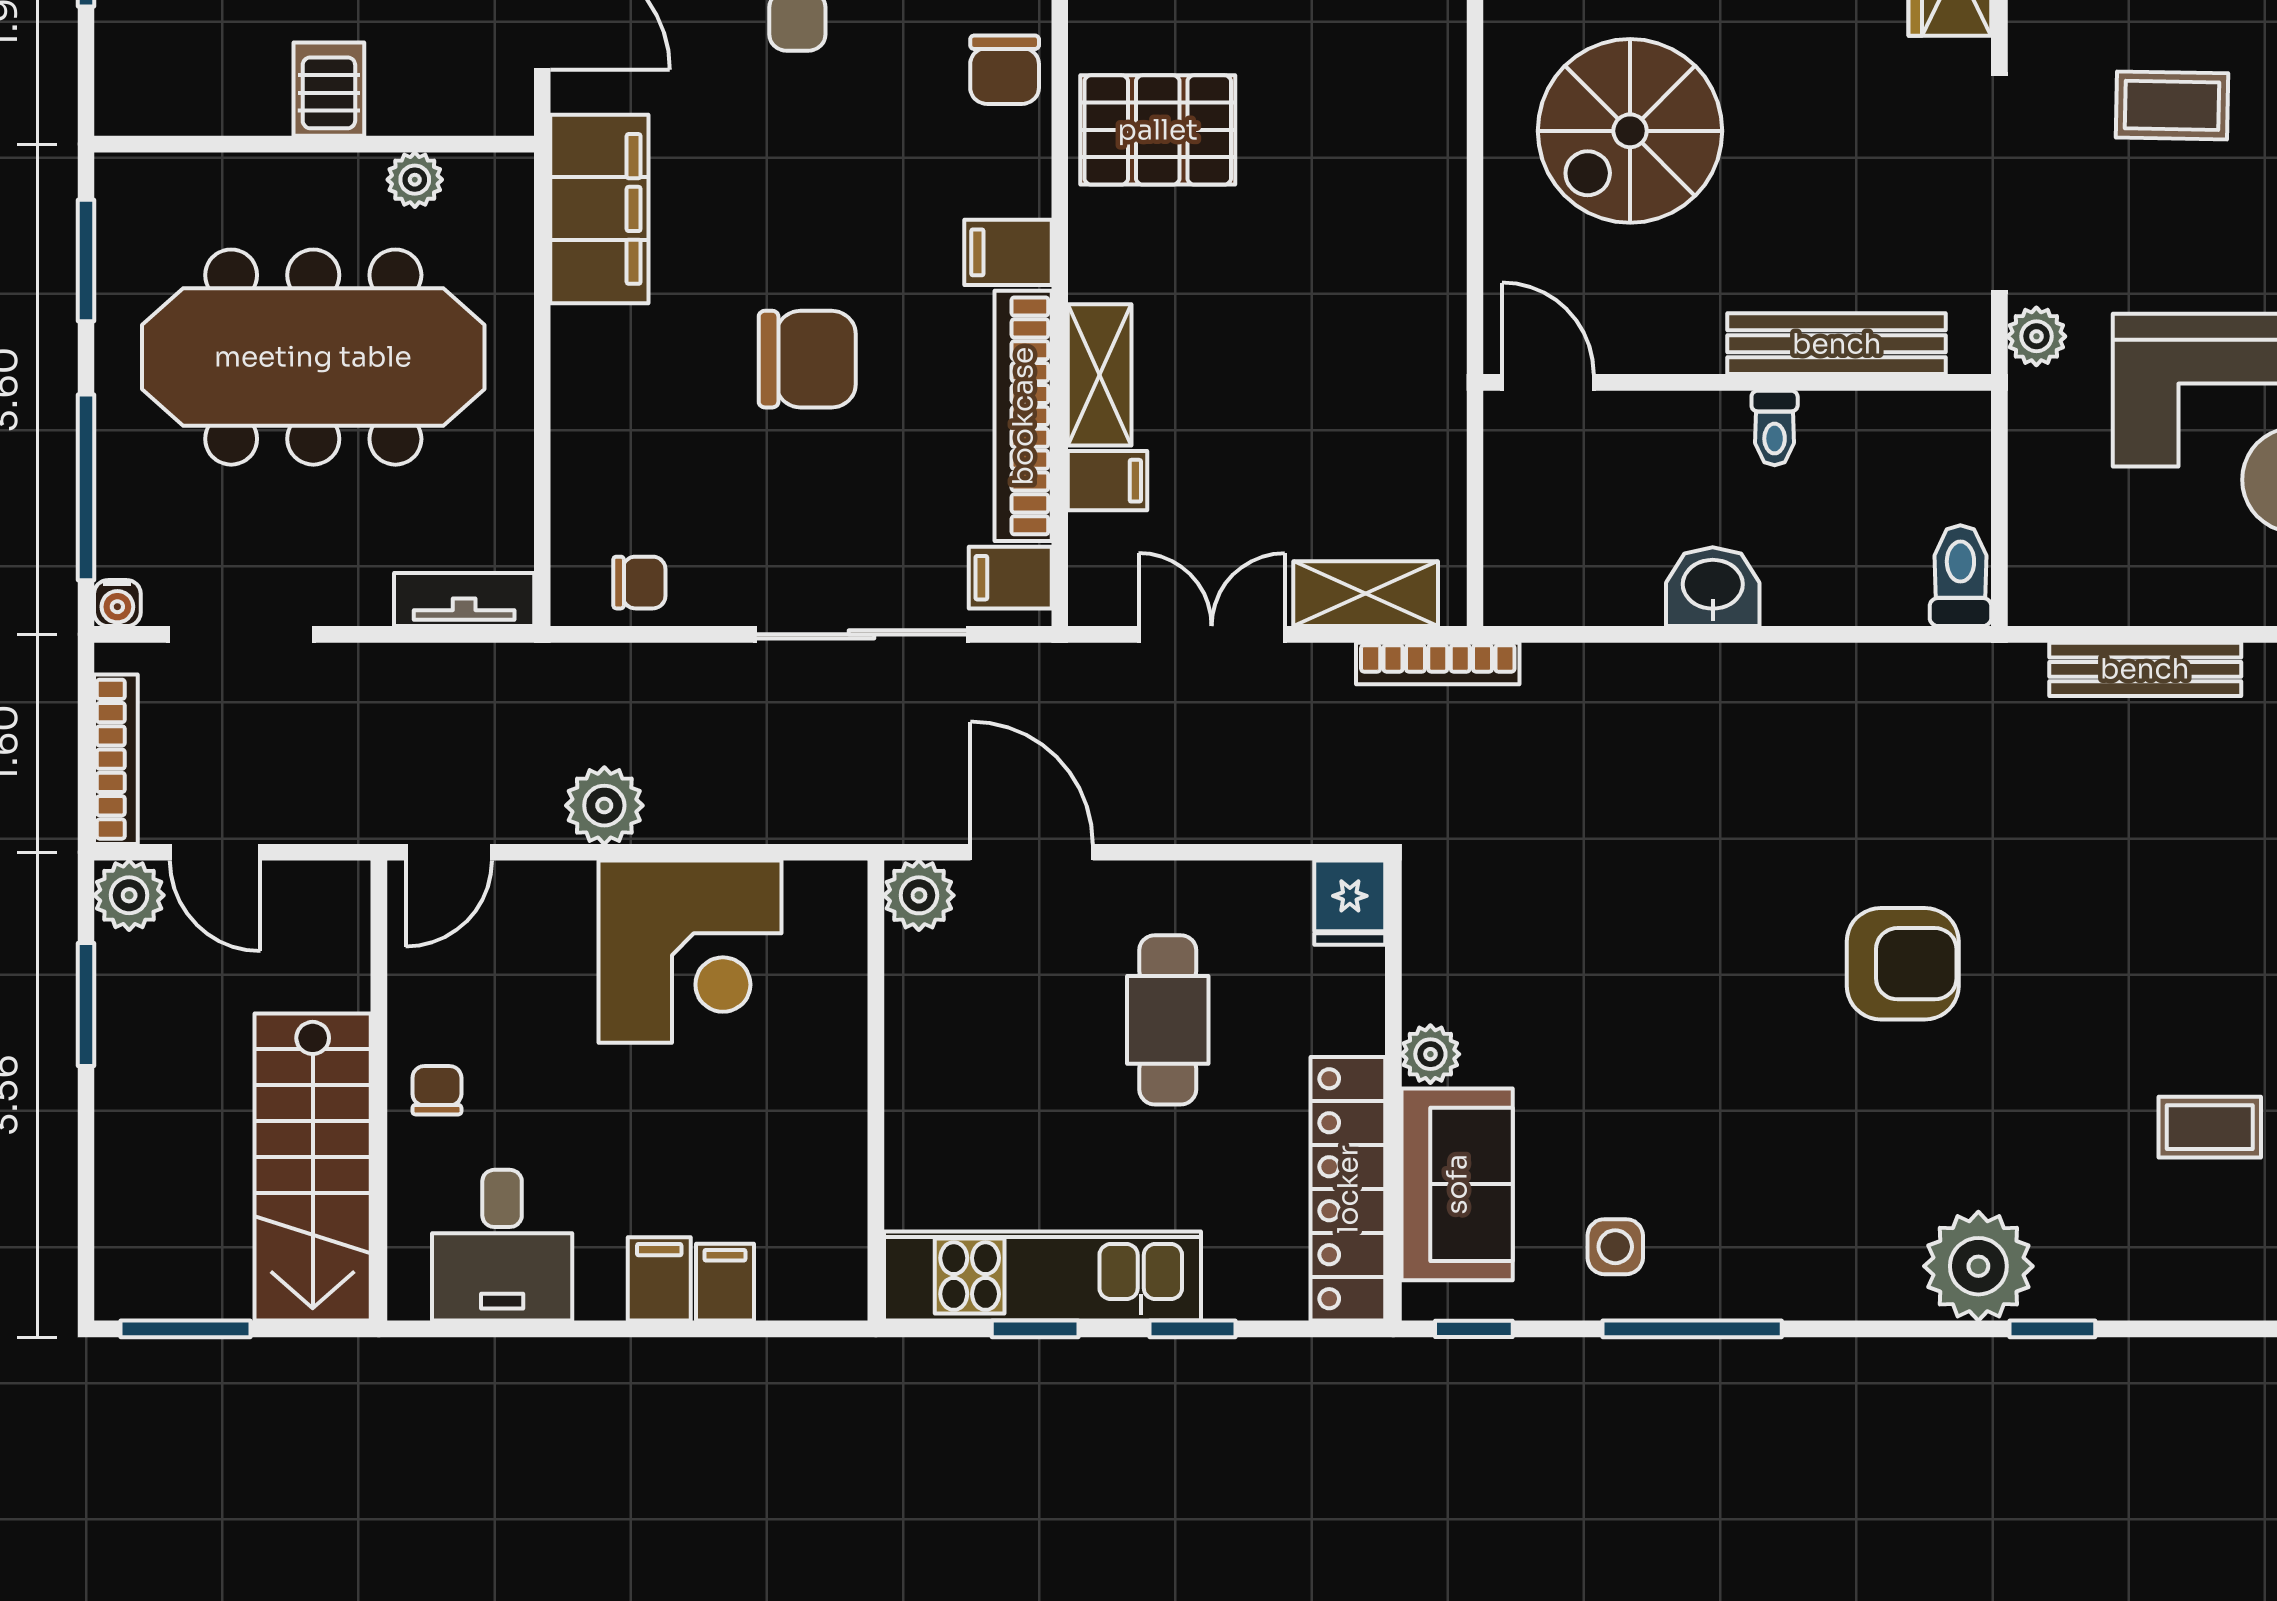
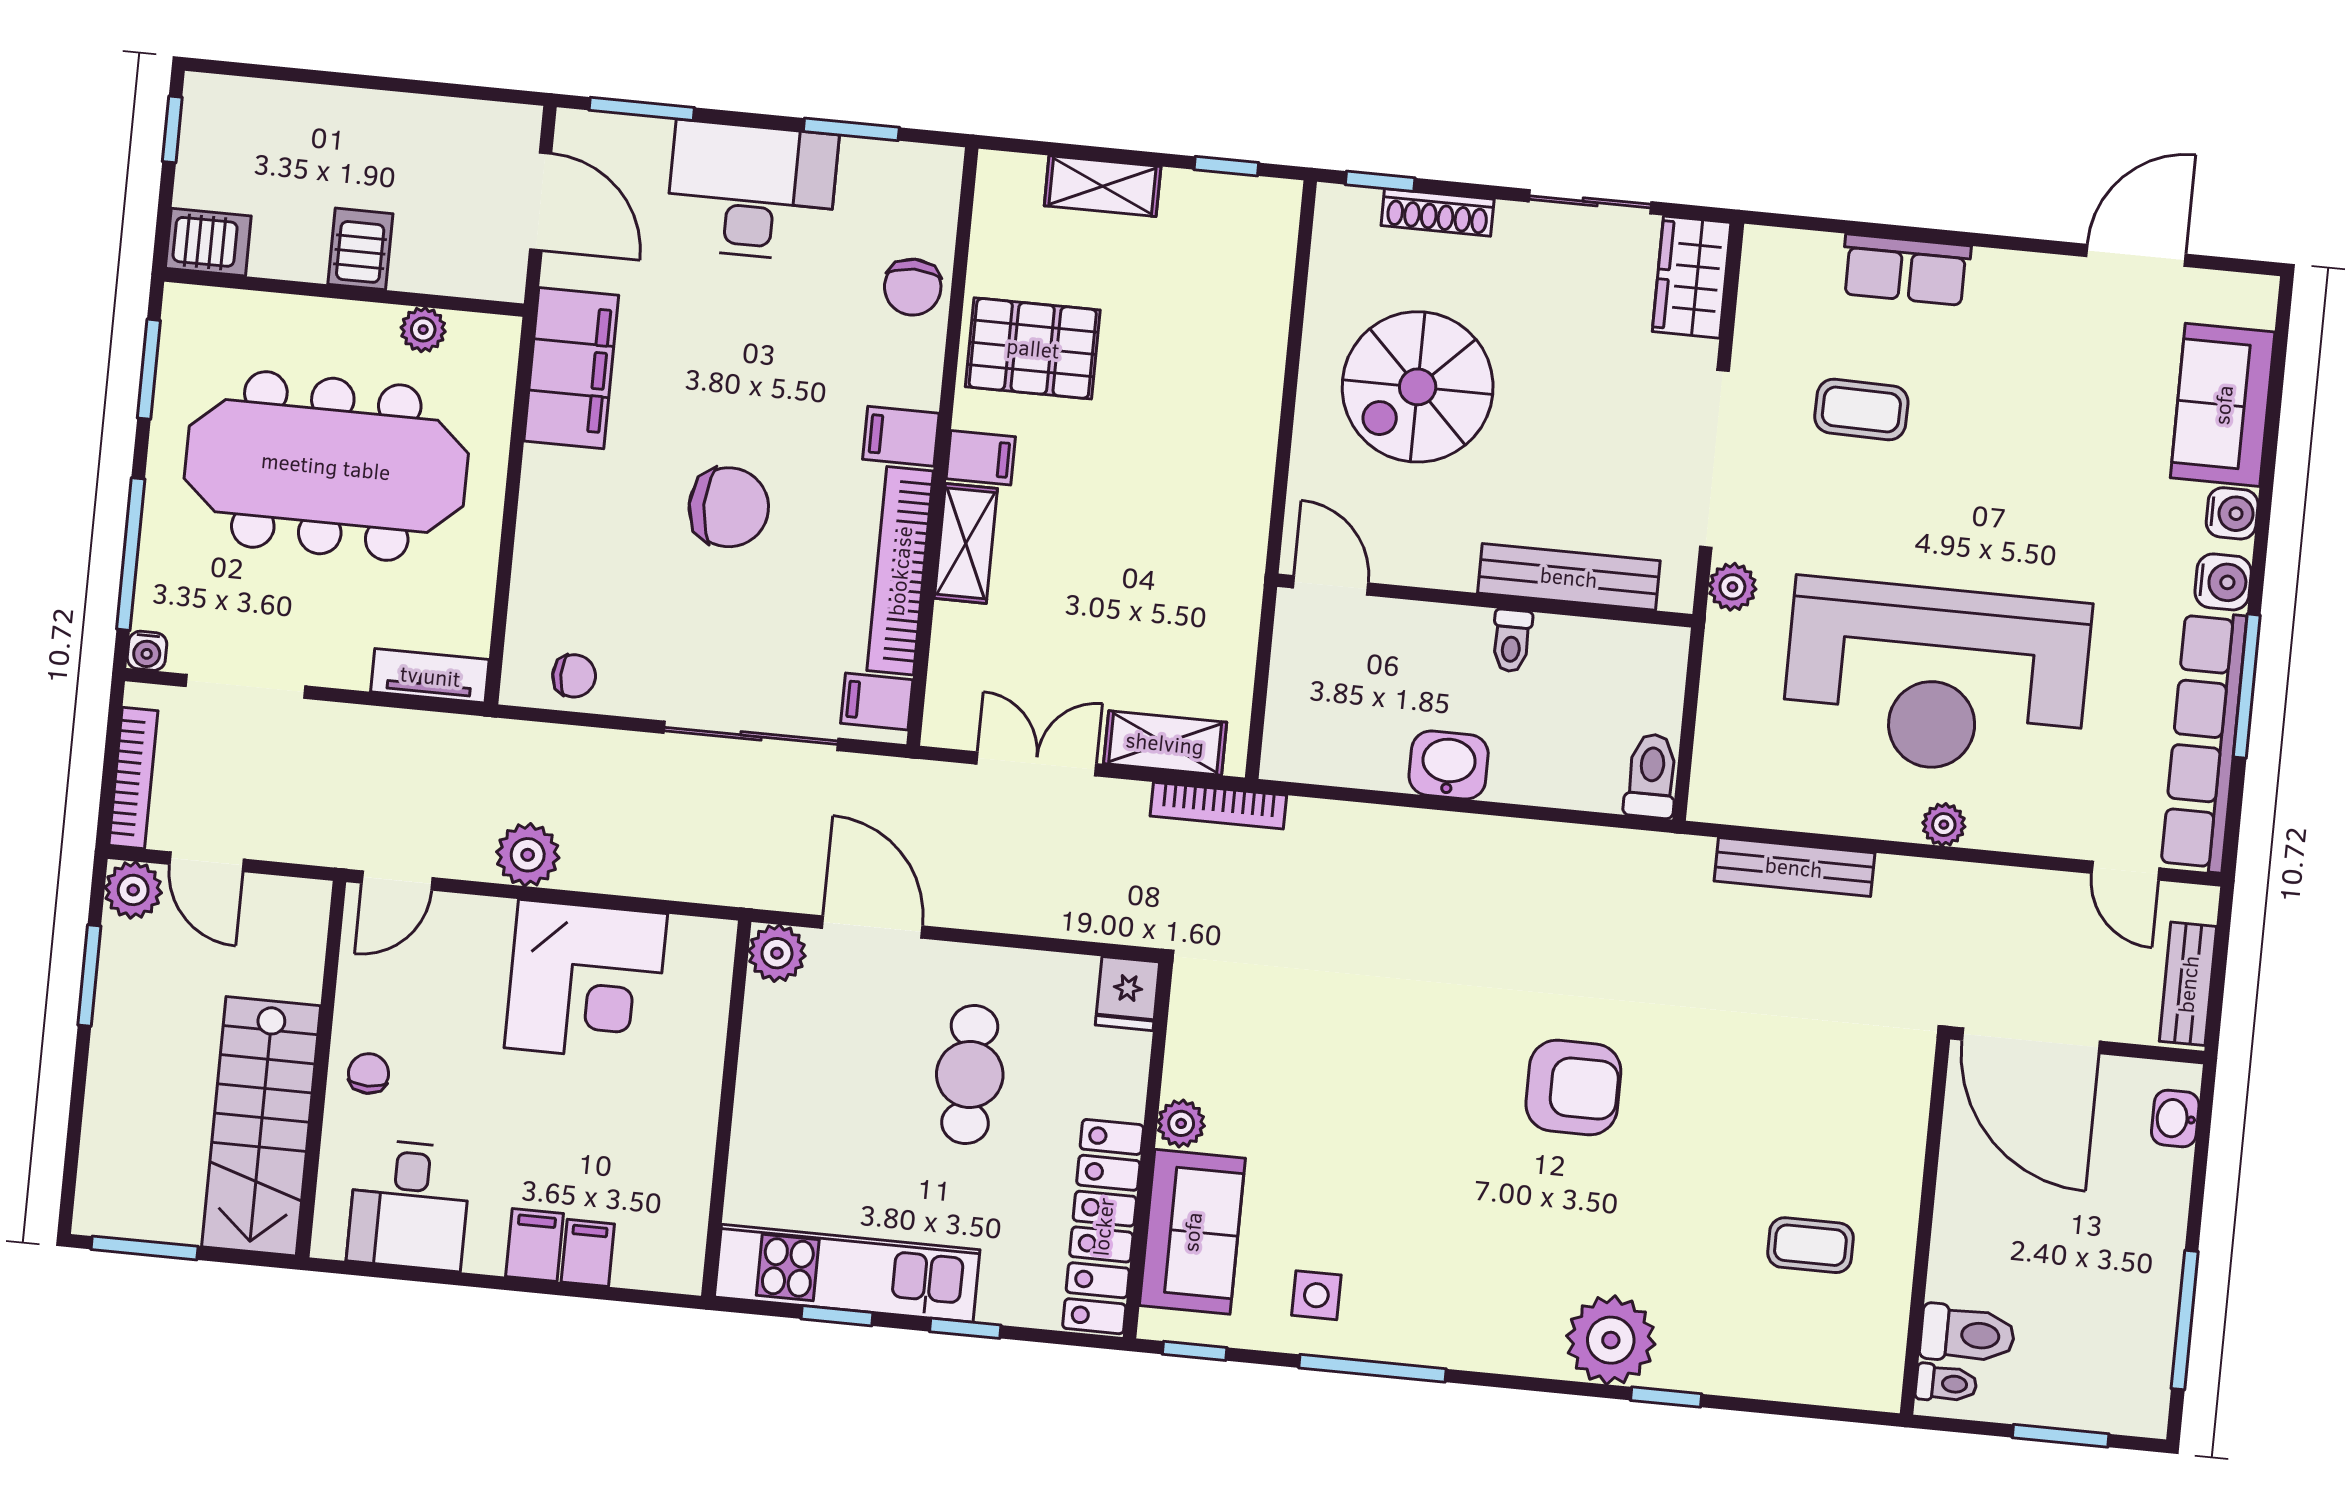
server rack: (143, 99) -> (208, 242), added
filing cabinet: (1108, 481) -> (981, 458), moved

